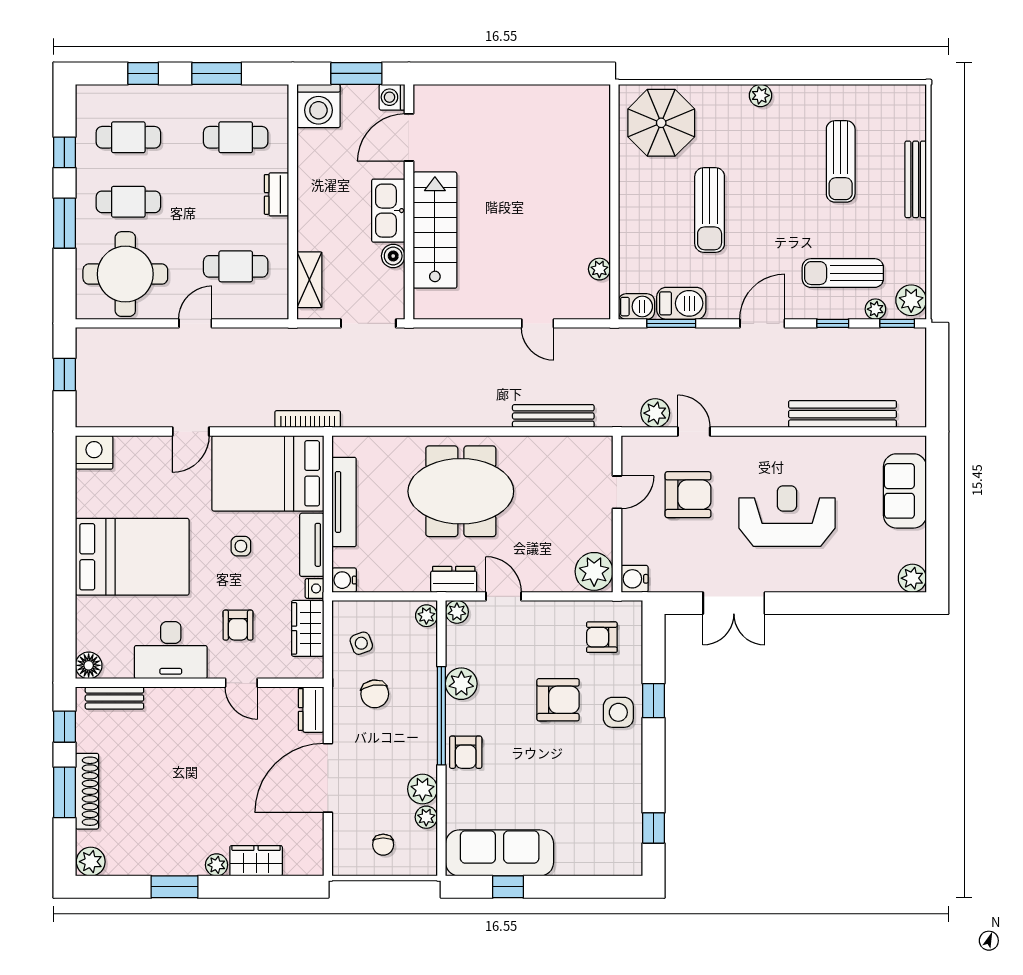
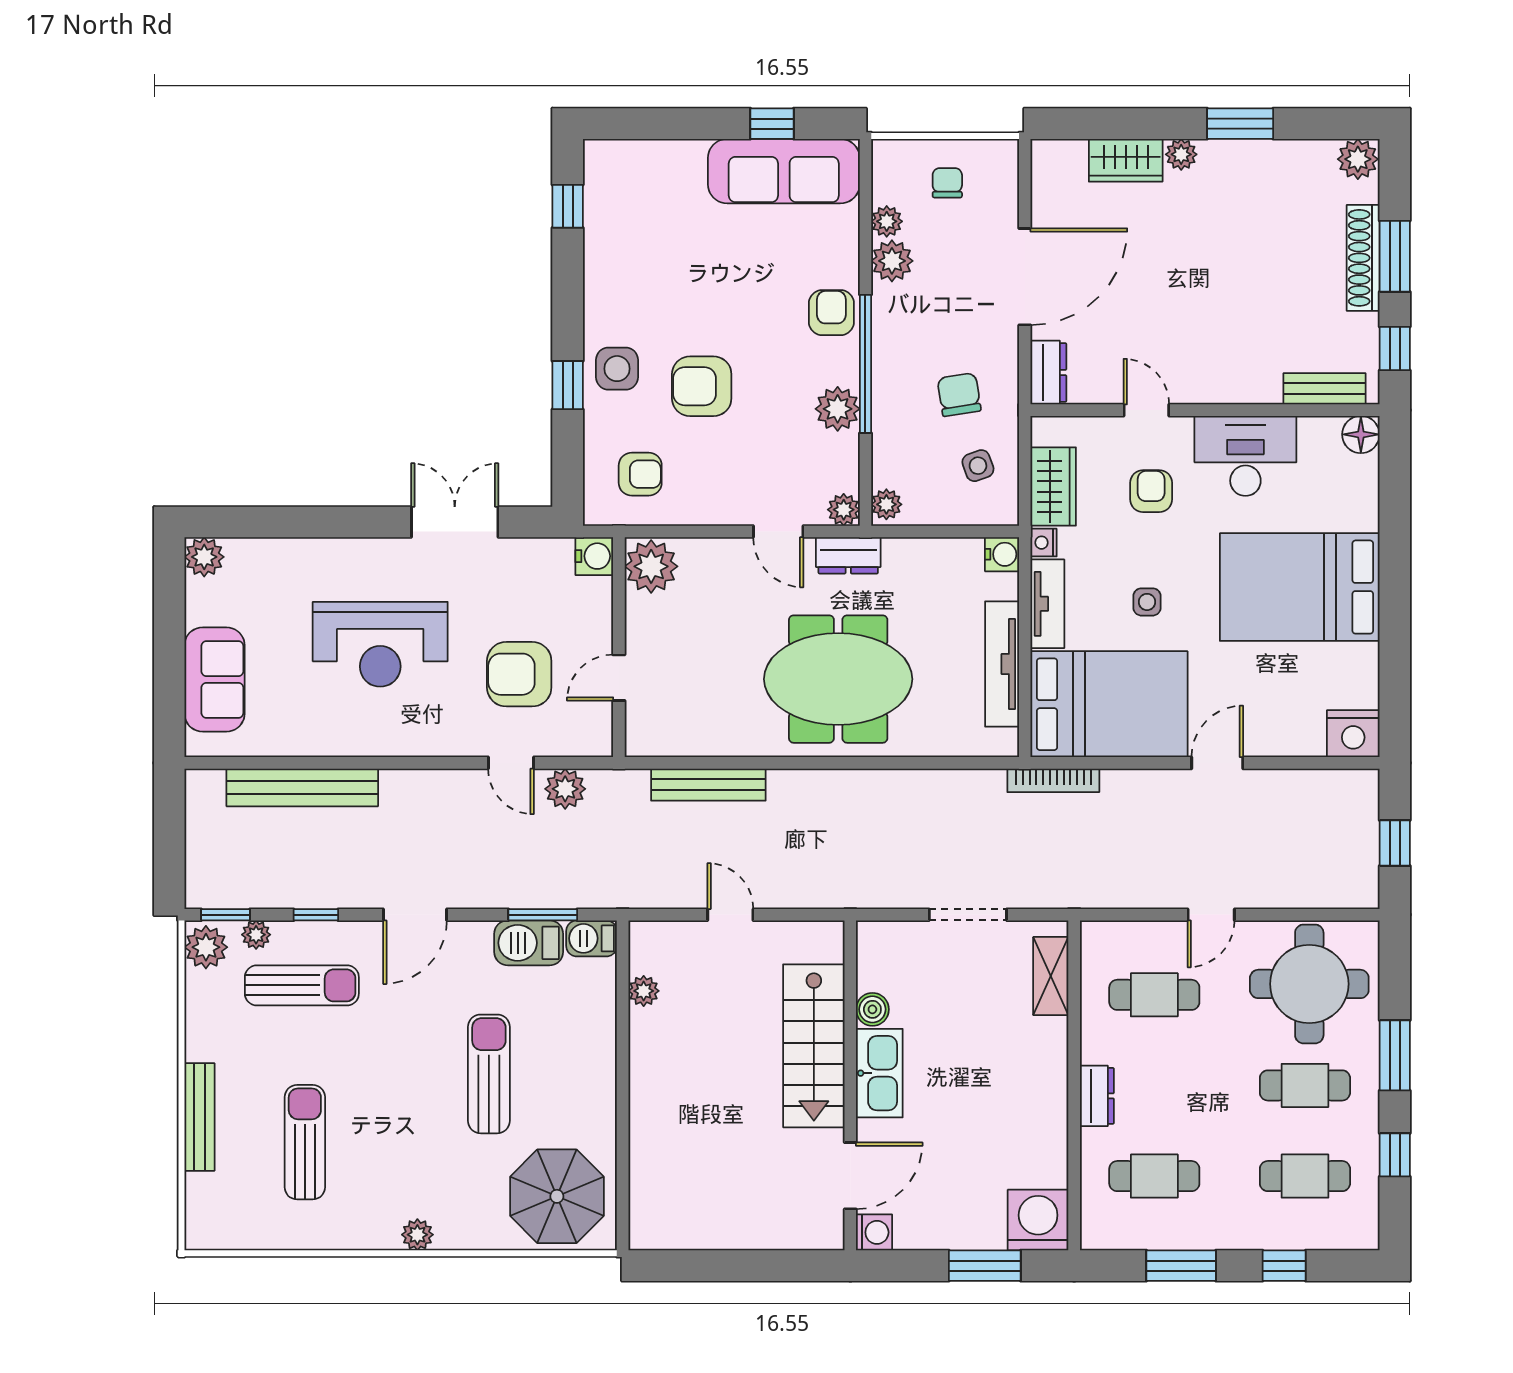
washing machine: (392, 97) -> (874, 1232), moved
door: (409, 137) -> (850, 1176), moved
wall: (409, 202) -> (850, 1085), moved
kitchen sink: (388, 211) -> (879, 1073), moved
stairs: (435, 230) -> (814, 1046), moved
boiler: (393, 256) -> (872, 1009), moved

